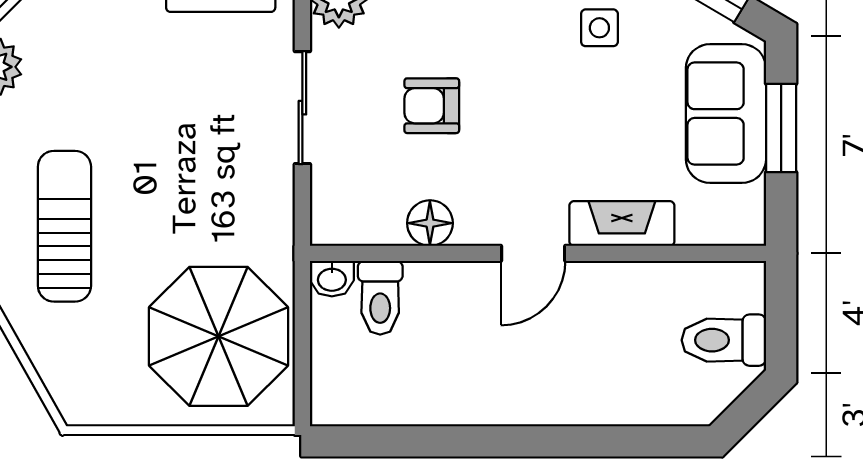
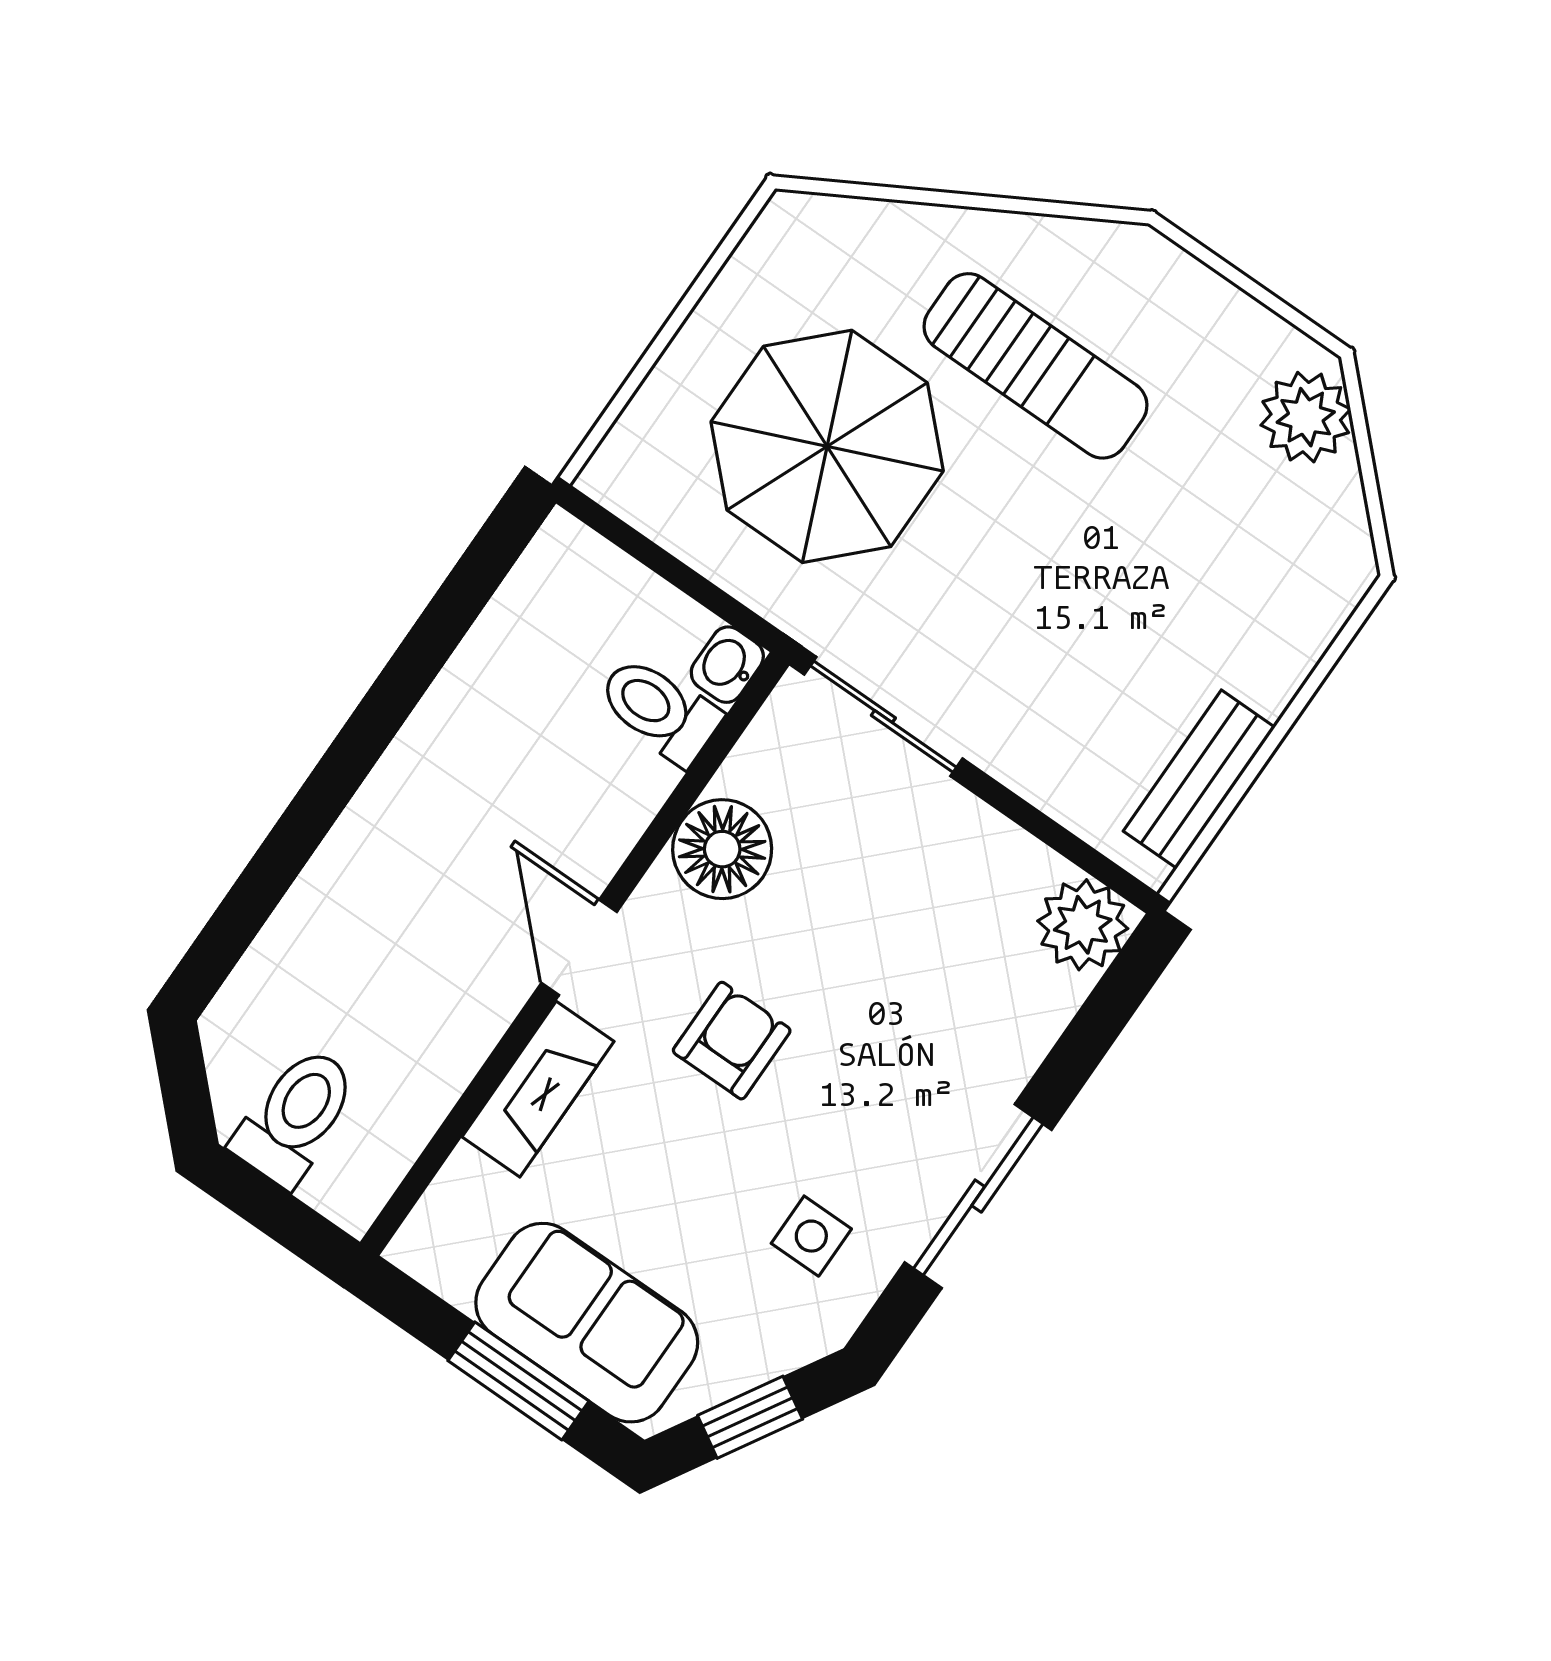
armchair: (432, 106) -> (732, 1041), moved
sliding door: (302, 108) -> (883, 717), moved
floor lamp: (430, 223) -> (722, 849), width x1.38, depth x1.38
parasol: (219, 336) -> (827, 446), moved

